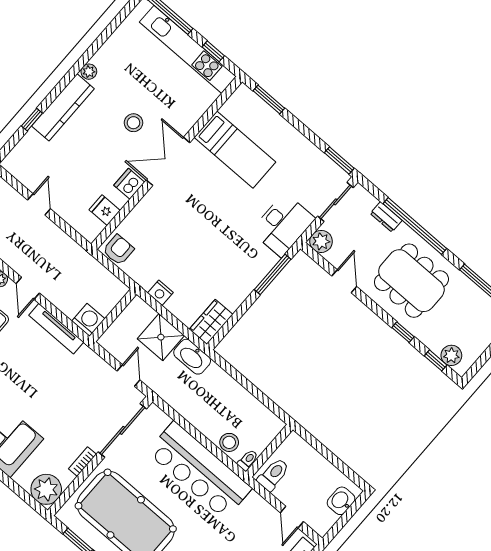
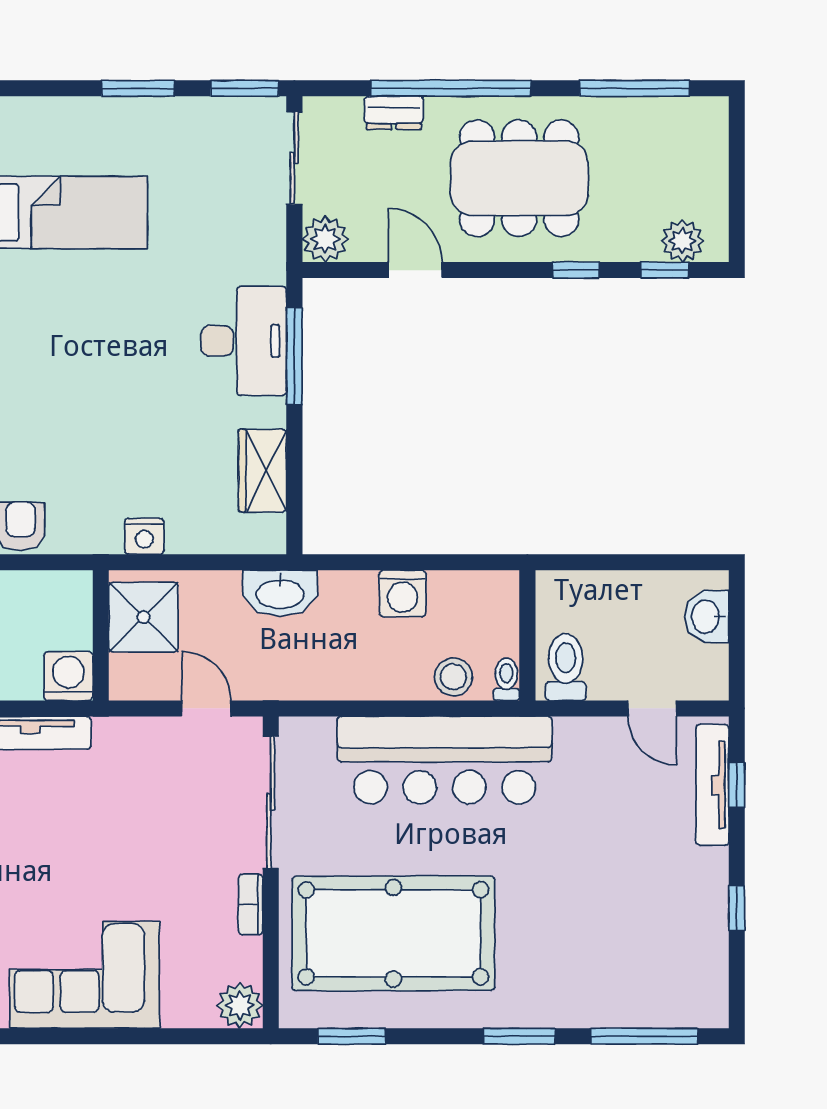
window: (269, 99) -> (138, 88), moved
desk: (283, 225) -> (244, 341), moved
wardrobe: (211, 322) -> (262, 470), moved
shower: (161, 337) -> (143, 617), moved
washing machine: (237, 396) -> (403, 593), added
plant: (46, 489) -> (240, 1005), width x0.73, depth x0.73

